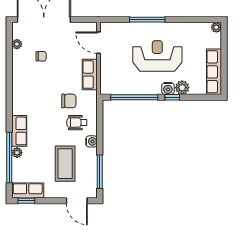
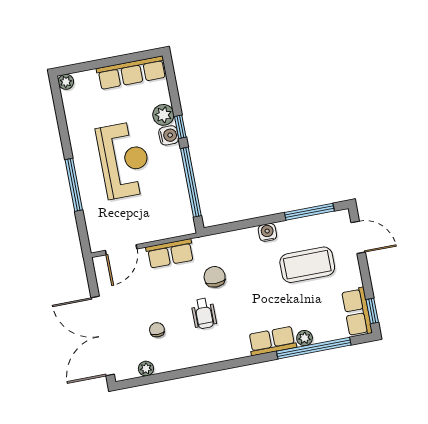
reception desk: (157, 56) -> (124, 160), turned 180
wheelchair: (77, 123) -> (204, 313), moved
door: (77, 201) -> (358, 237), hinge flipped

